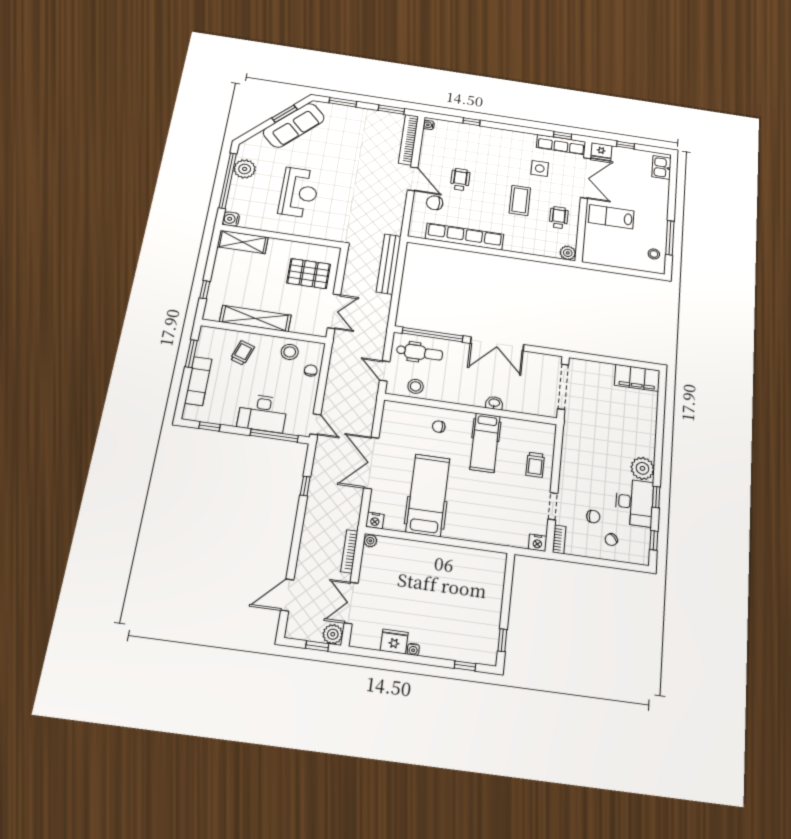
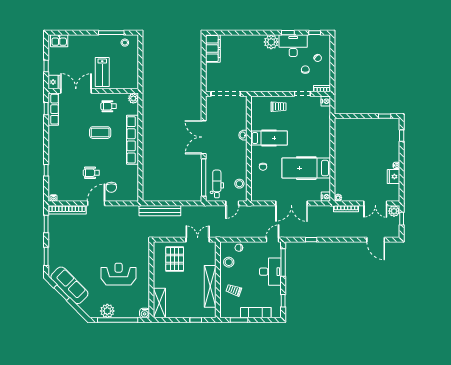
side table: (540, 168) -> (74, 122), removed
row of seats: (464, 237) -> (133, 140), moved
double door: (497, 344) -> (204, 137), swing flipped

